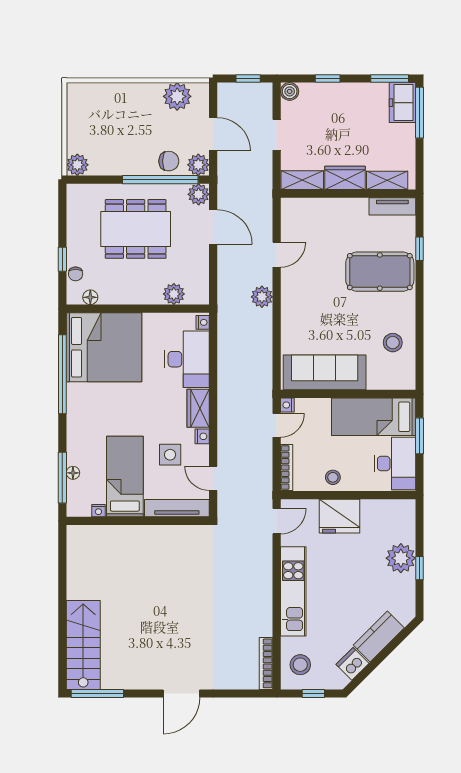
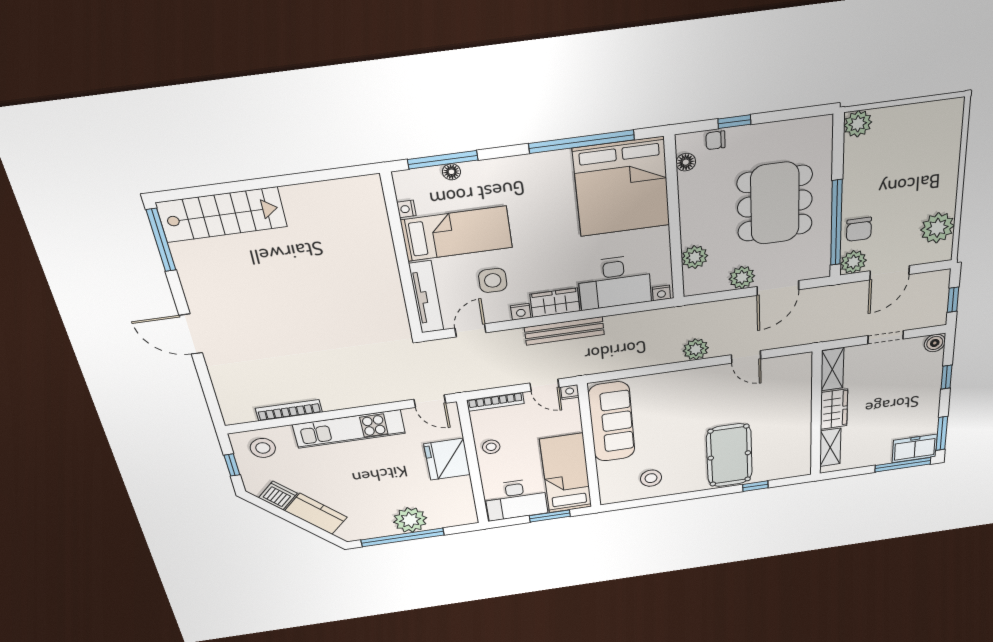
plant: (199, 194) -> (742, 277), moved
tv unit: (392, 206) -> (802, 456), removed
bench: (226, 404) -> (564, 331), added
window: (420, 568) -> (403, 537), width x3.17
bookcase: (266, 663) -> (289, 410), moved

